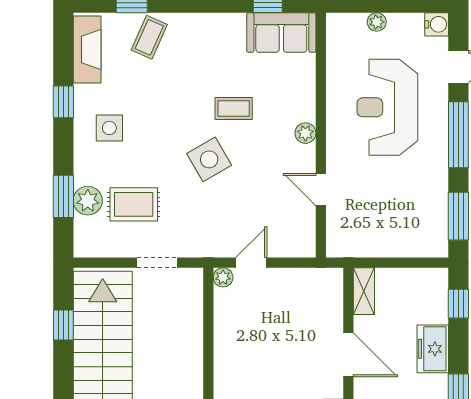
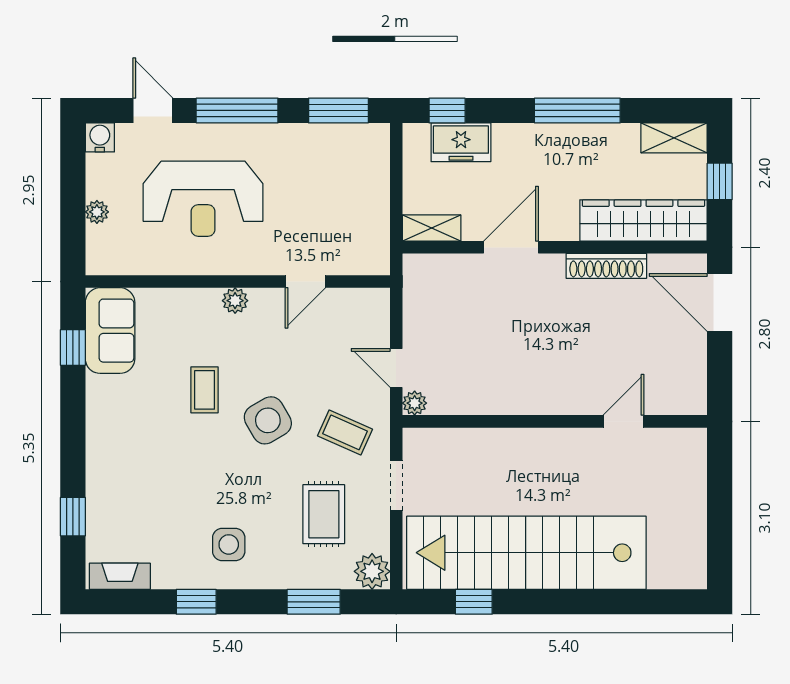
coffee table: (149, 37) -> (345, 432), moved
fireplace: (87, 49) -> (120, 576), width x0.73, depth x0.76
plant: (88, 201) -> (372, 571), moved
freezer: (433, 349) -> (461, 142), moved

